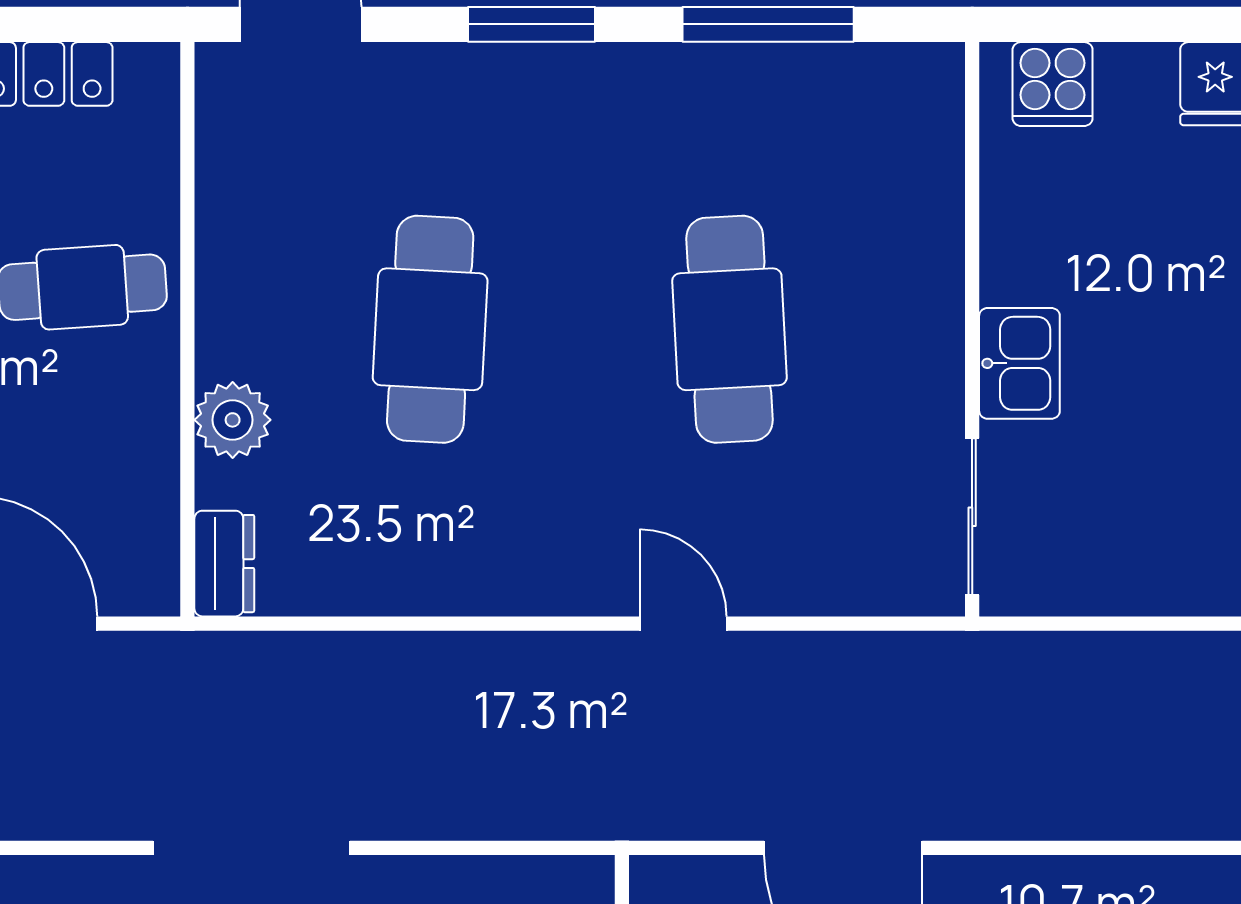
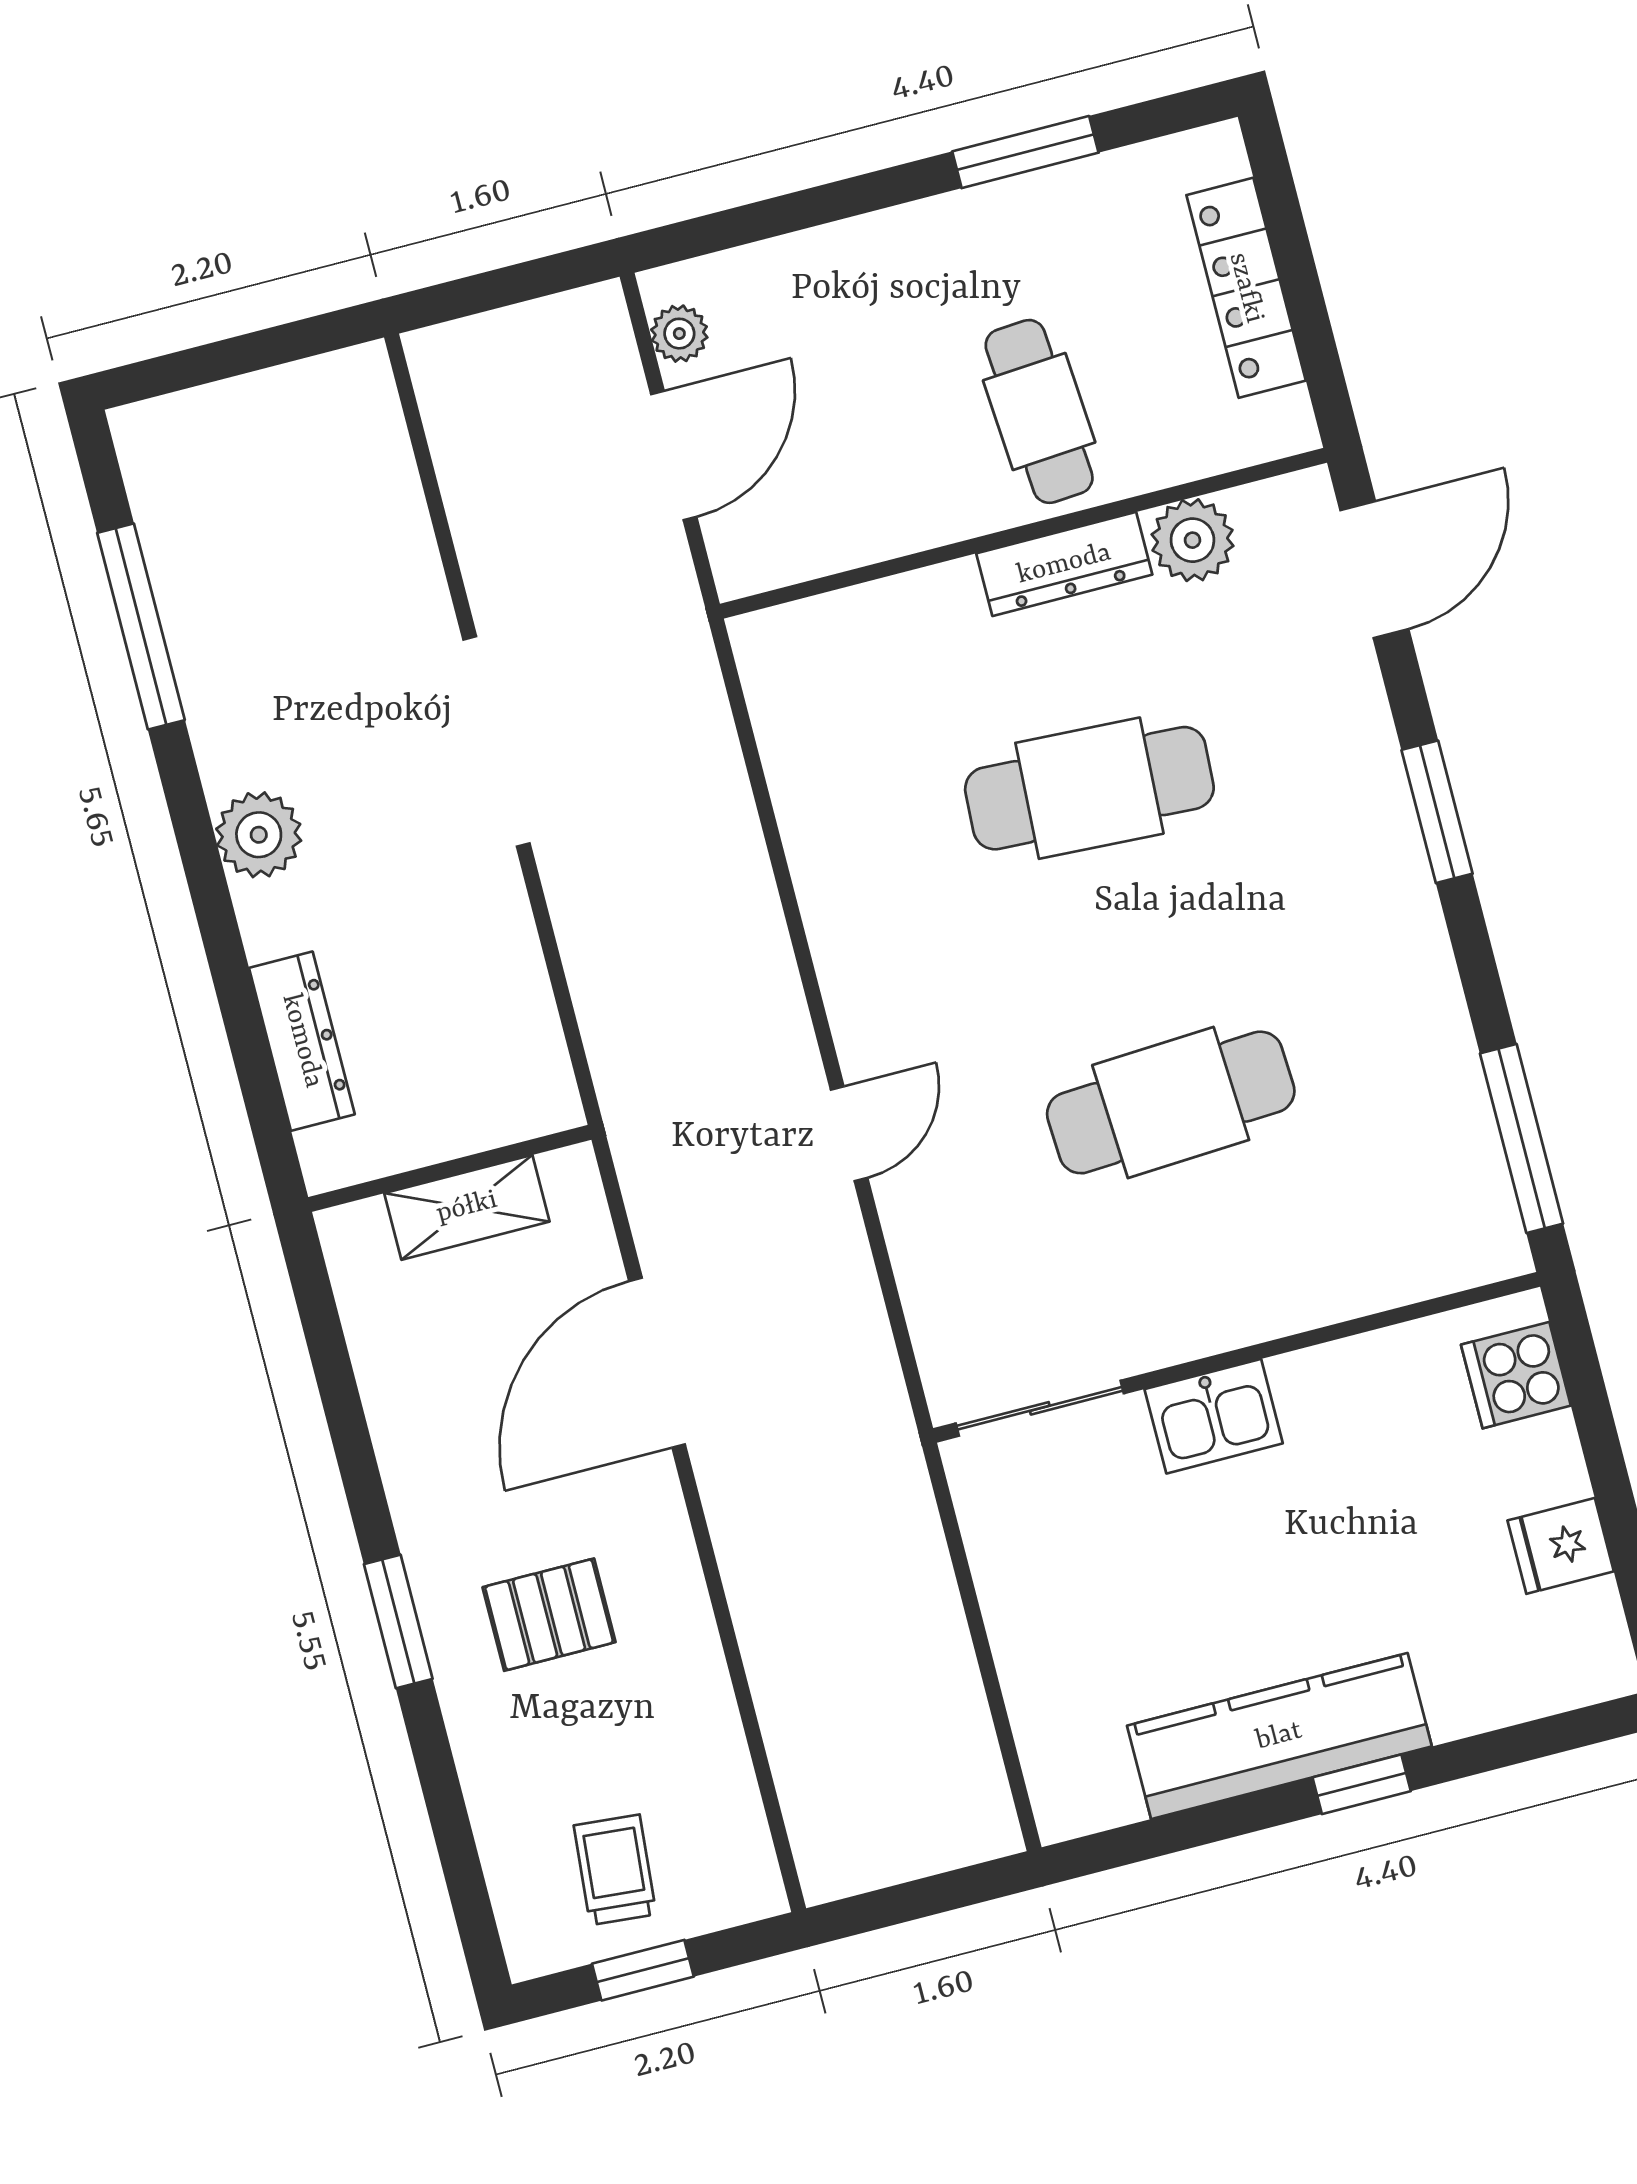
window: (768, 24) -> (1522, 1138), moved
plant: (233, 420) -> (1192, 540), moved
dresser: (224, 564) -> (1064, 564), moved, width x1.44

